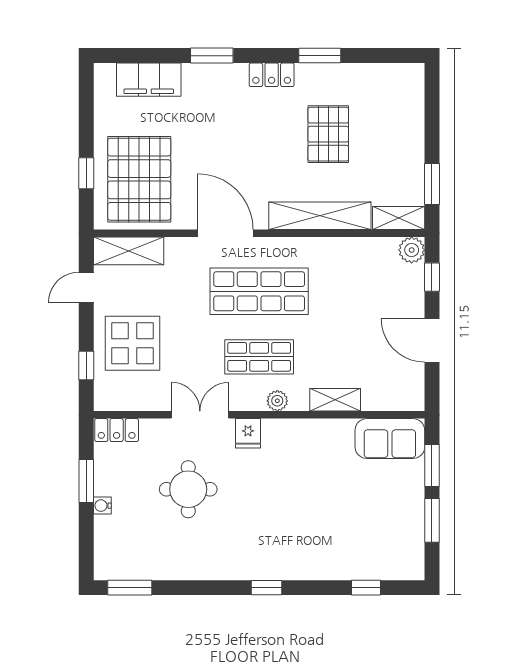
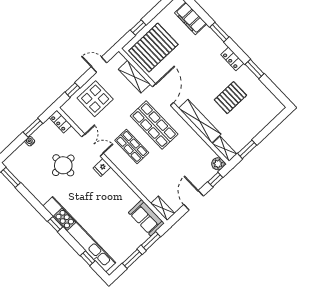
shelving: (129, 251) -> (134, 77), moved
shelving: (335, 400) -> (163, 208), moved
plant: (277, 401) -> (123, 167), removed
kitchen unit: (317, 566) -> (79, 234), added

